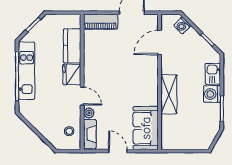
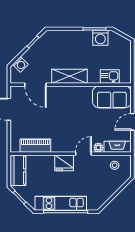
piano: (101, 22) -> (35, 146), moved, turned -90
kitchen counter: (72, 46) -> (18, 170), moved, turned -90
kitchen sink: (213, 74) -> (110, 76), moved, turned 180
shelving: (169, 94) -> (70, 76), moved
washing machine: (212, 94) -> (100, 38), moved

